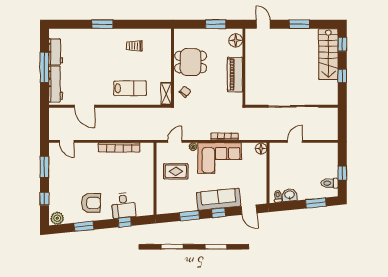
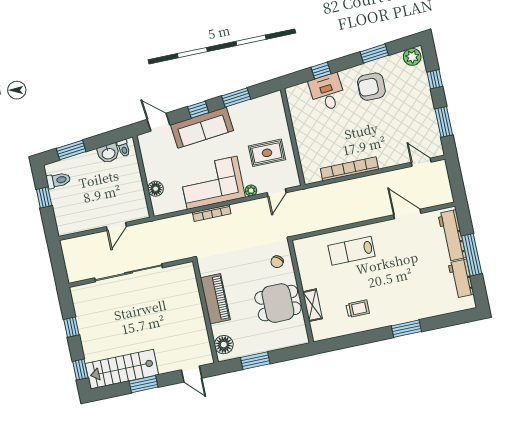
stairs: (328, 54) -> (122, 369), moved, turned -90
shelving: (166, 94) -> (313, 305), moved
floor lamp: (261, 149) -> (156, 189), moved

